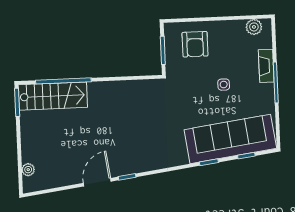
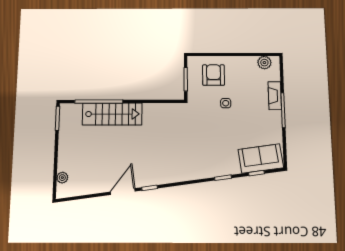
armchair: (195, 44) -> (214, 75), turned 180
side table: (224, 85) -> (226, 103), moved
stairs: (53, 96) -> (112, 114), moved
sofa: (230, 139) -> (261, 159), width x0.54, depth x0.79

